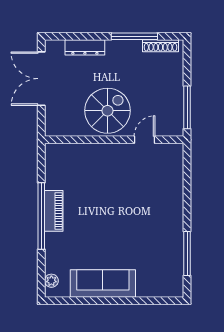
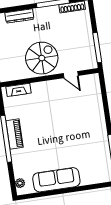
door: (145, 140) -> (71, 75), swing flipped
fireplace: (69, 150) -> (19, 90), added

